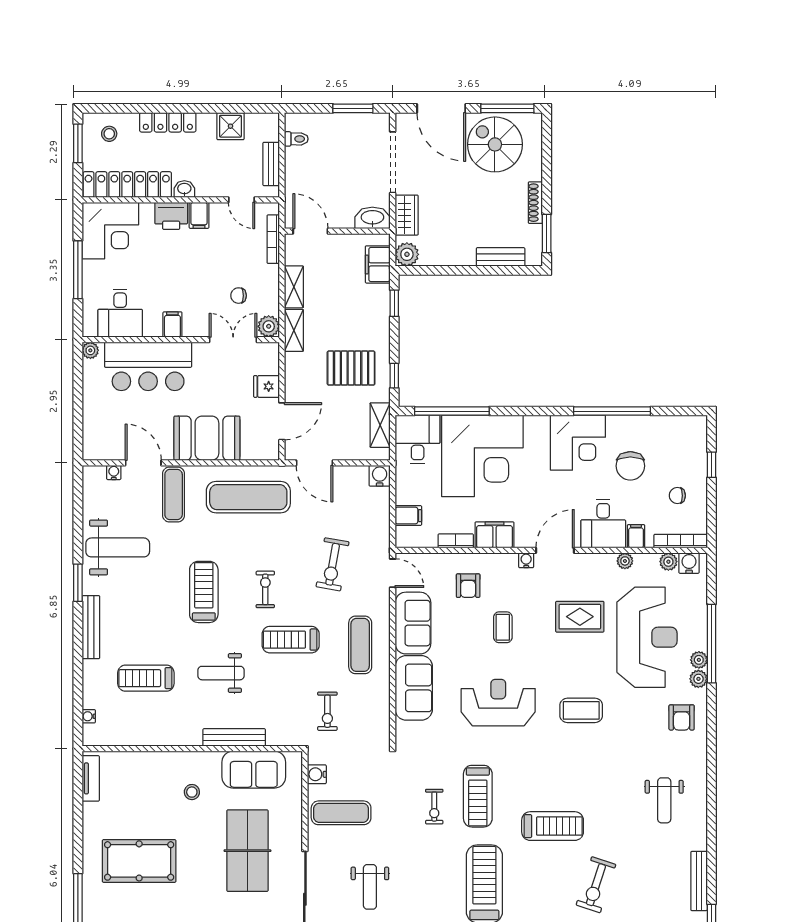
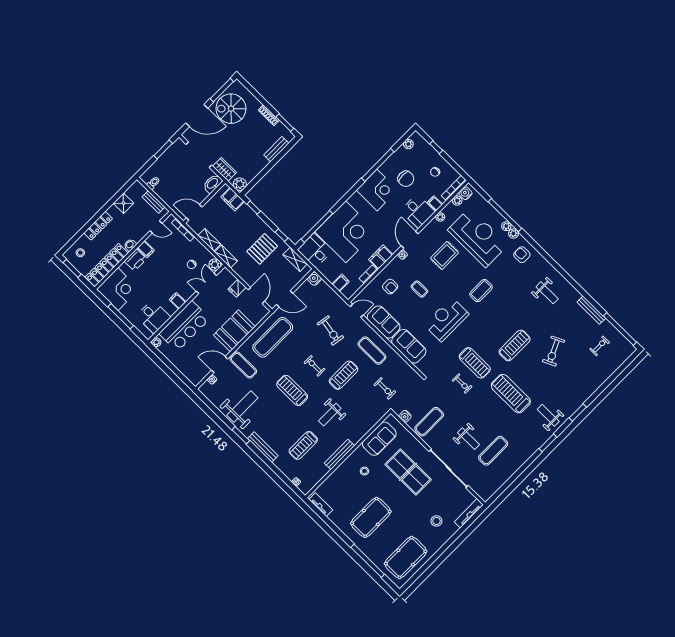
plant: (679, 424) -> (408, 144), added
treadmill: (291, 640) -> (343, 375), turned 180
armchair: (682, 717) -> (522, 255), turned 180
bench: (234, 737) -> (339, 454), moved
exercise bike: (596, 885) -> (554, 351), turned 47

